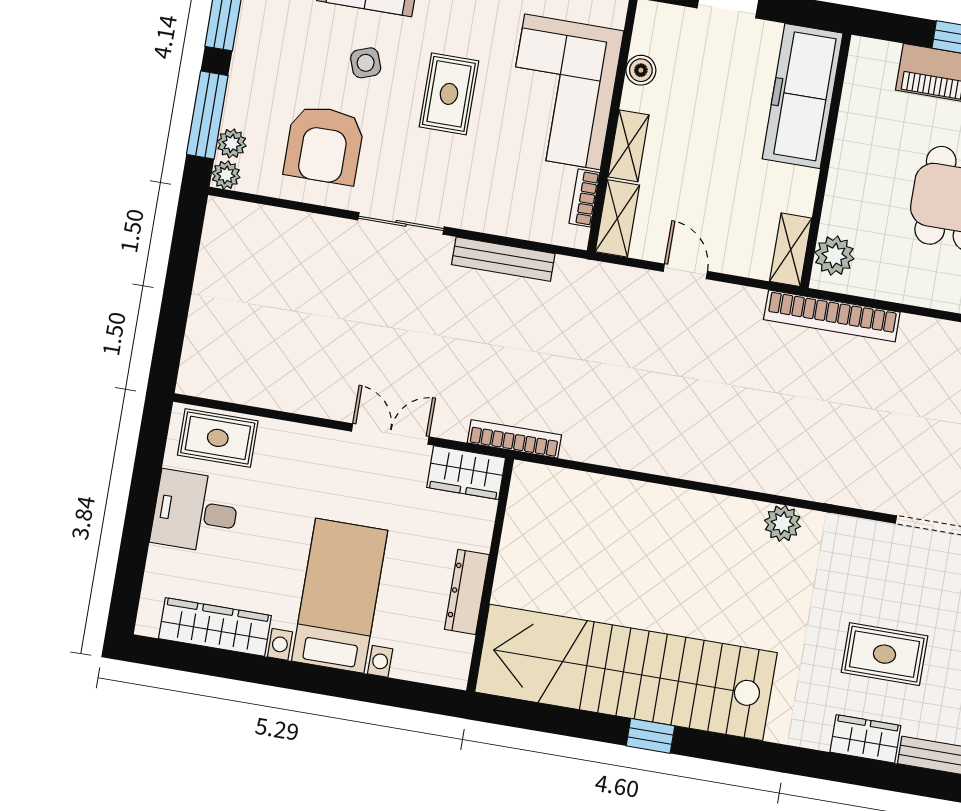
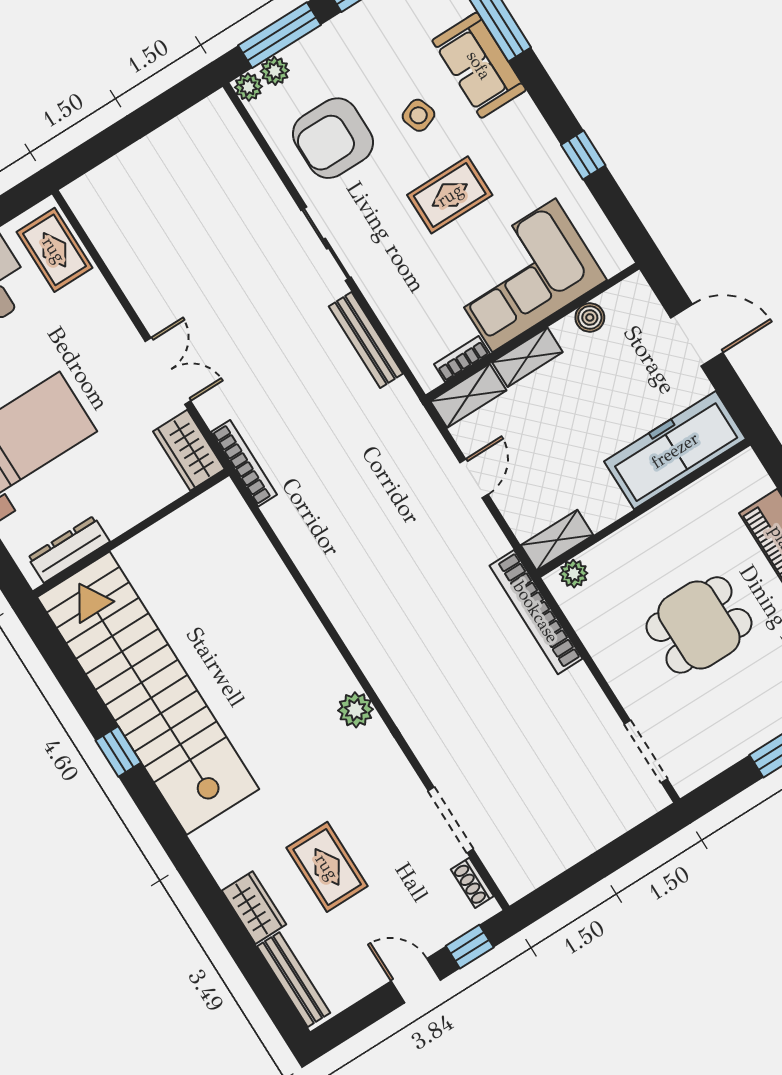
plant: (834, 256) -> (574, 574), width x0.73, depth x0.73
dresser: (467, 592) -> (69, 549), moved

